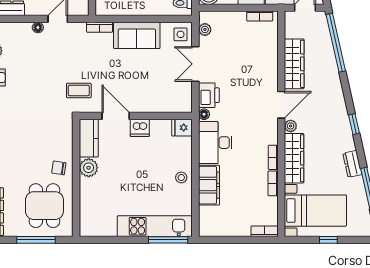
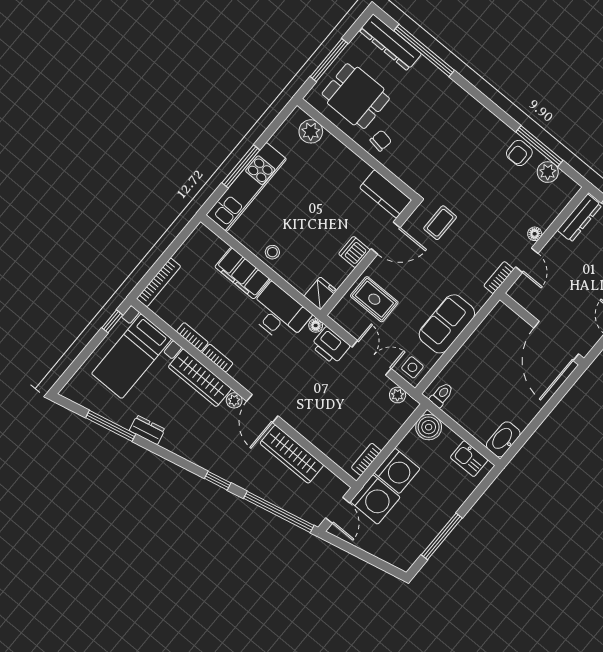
bookcase: (100, 27) -> (499, 278), moved
rug: (158, 92) -> (374, 299), added
window: (354, 124) -> (218, 481), moved
plant: (89, 168) -> (311, 131), moved
bookcase: (265, 231) -> (159, 282), width x1.56
window: (168, 240) -> (241, 166), moved
window: (328, 240) -> (112, 321), moved

